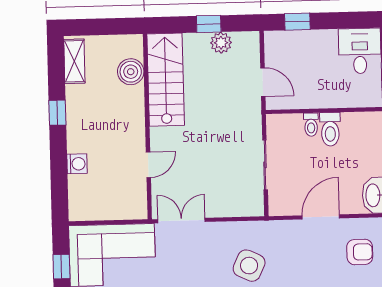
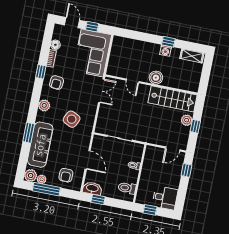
plant: (221, 43) -> (187, 120), moved
boiler: (131, 72) -> (156, 78), moved
door: (263, 82) -> (173, 149), moved
toilet: (330, 129) -> (127, 188), moved
washing machine: (77, 164) -> (166, 51), moved

